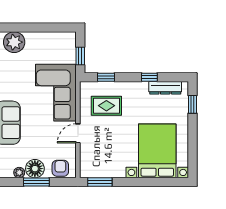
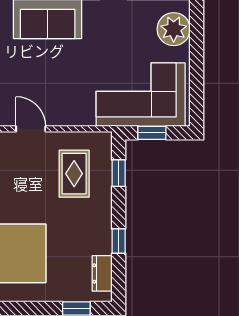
dresser: (165, 88) -> (102, 273), width x0.70
corner sofa: (56, 93) -> (141, 95), moved

